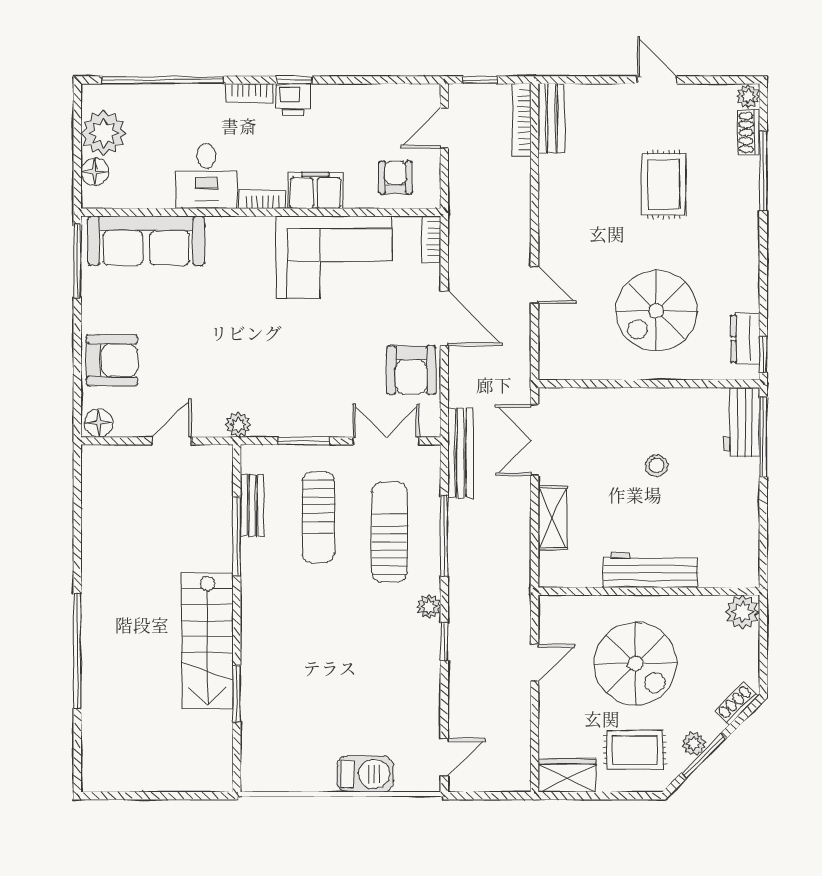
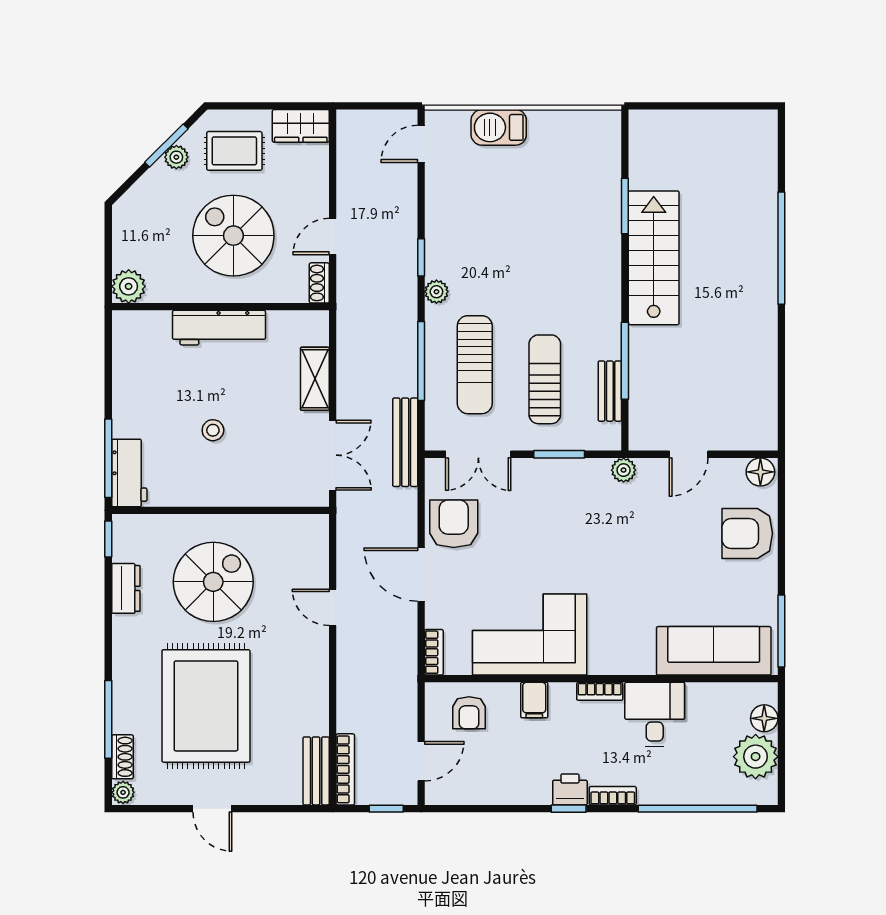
rug: (664, 184) -> (206, 706), width x1.86, depth x2.06
filing cabinet: (315, 190) -> (534, 700), width x0.50
dresser: (745, 339) -> (126, 588), moved
shoe rack: (736, 704) -> (319, 283), moved, turned 135

